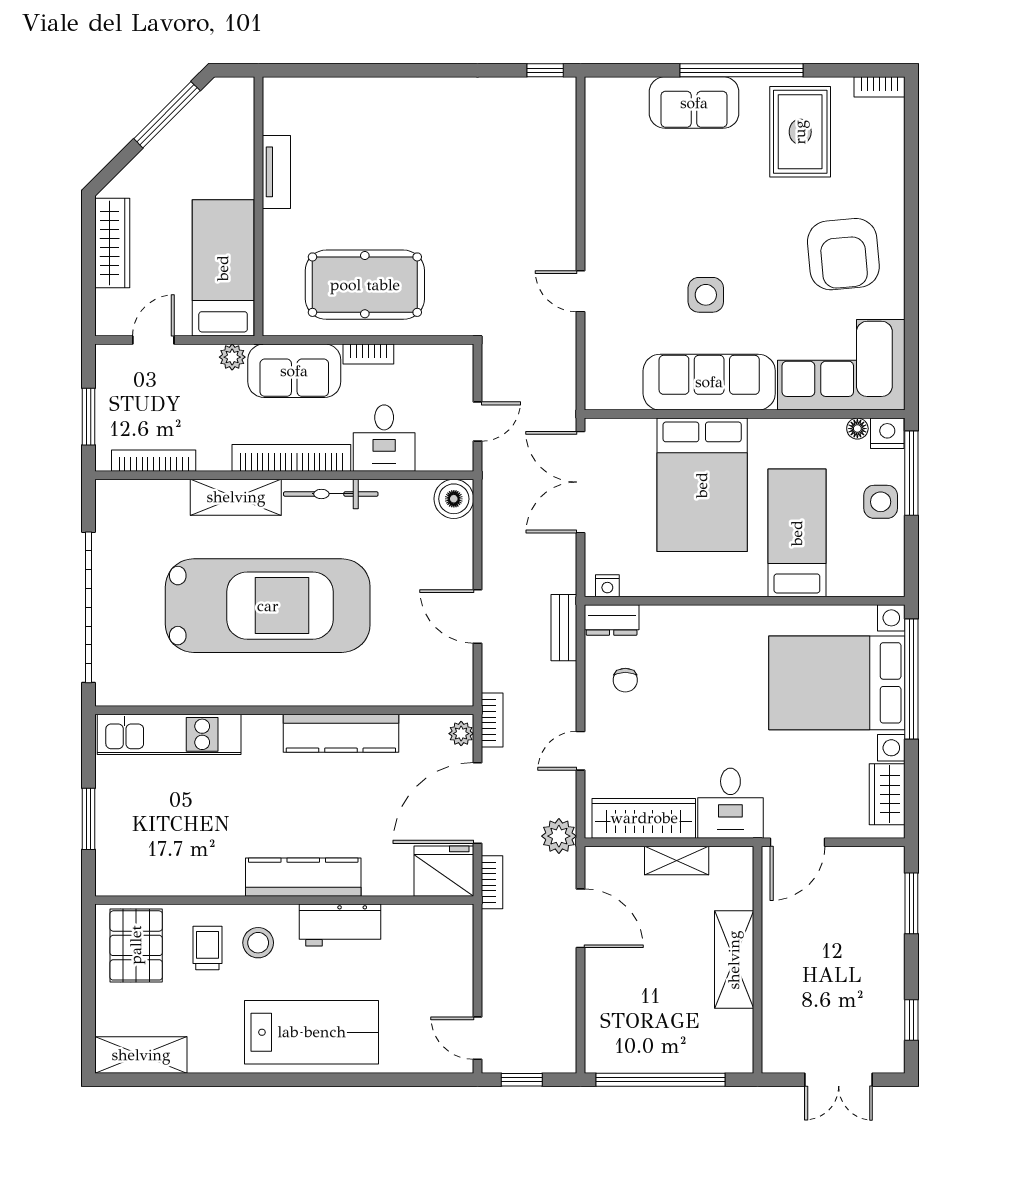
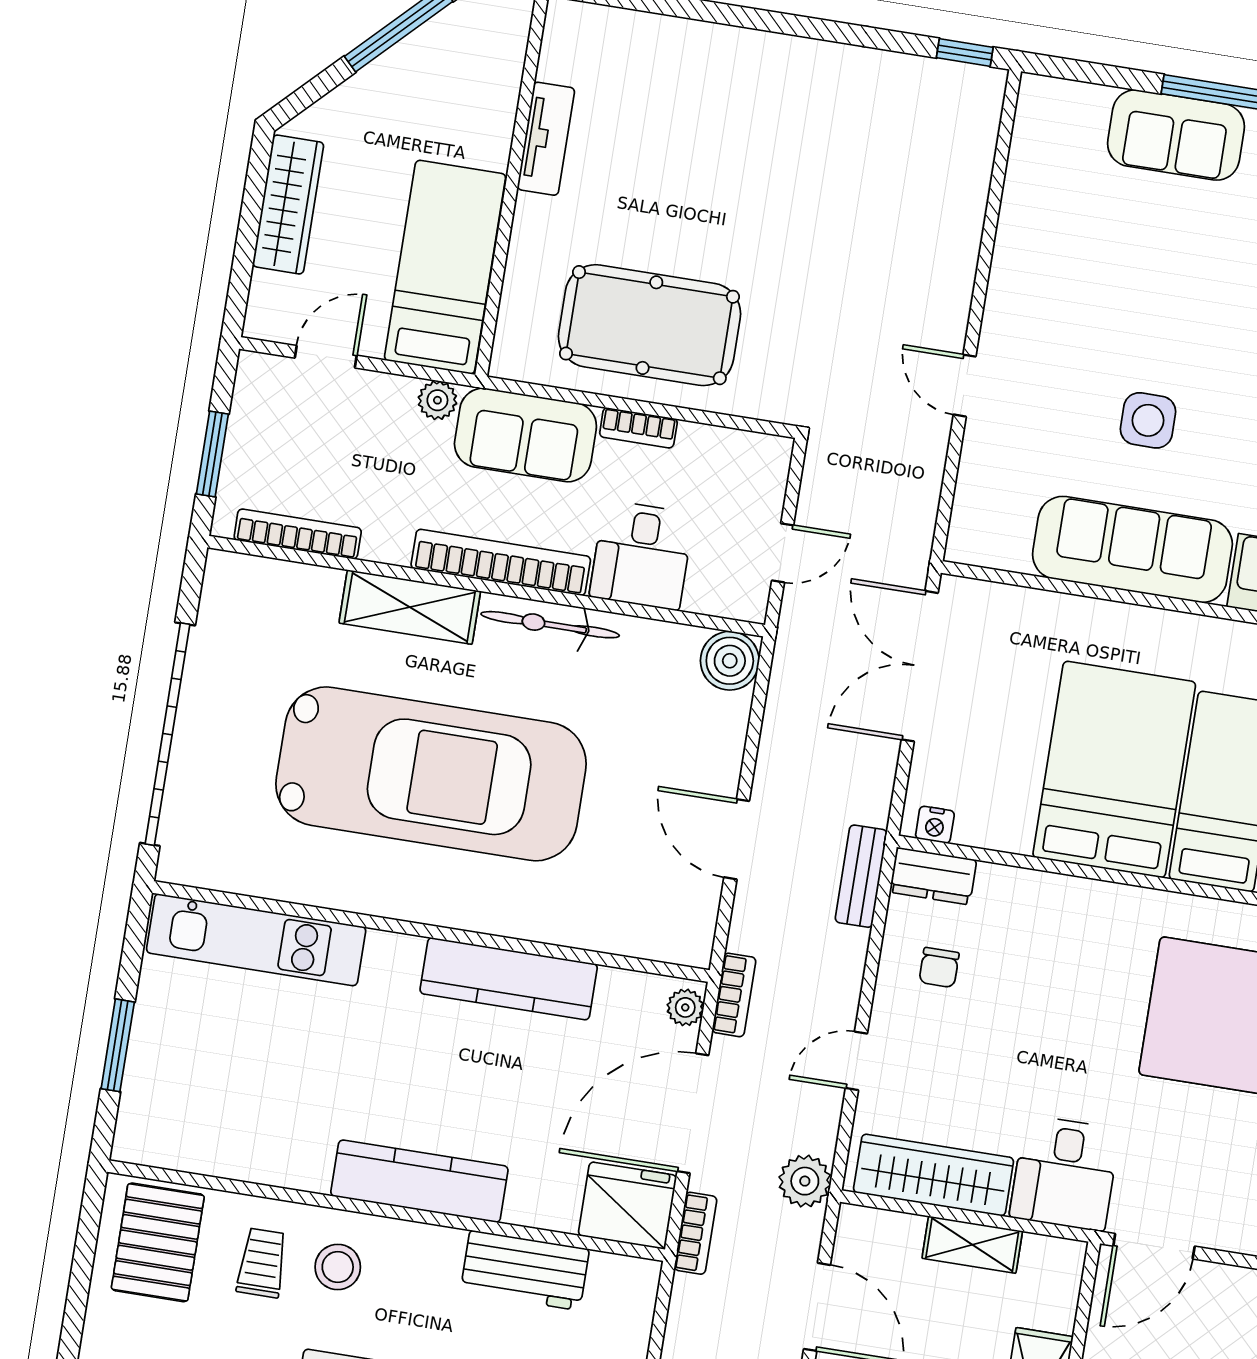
bed: (702, 485) -> (1114, 769), moved, turned 180
workbench: (340, 925) -> (525, 1270), moved

